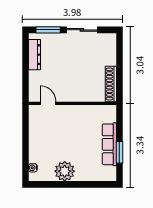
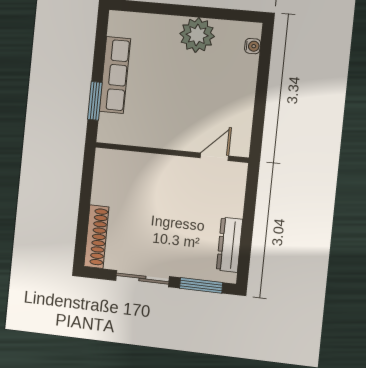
shoe rack: (111, 84) -> (96, 237), moved
door: (48, 103) -> (214, 157), swing flipped
window: (119, 152) -> (95, 101), moved

